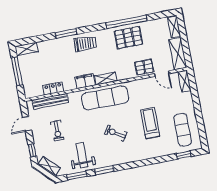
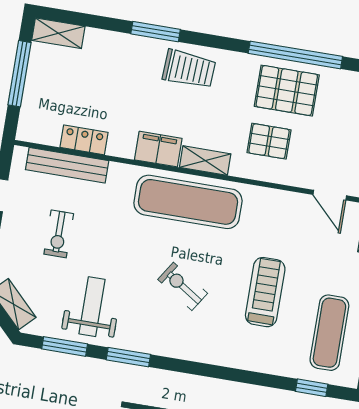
pallet: (144, 67) -> (269, 141), moved

